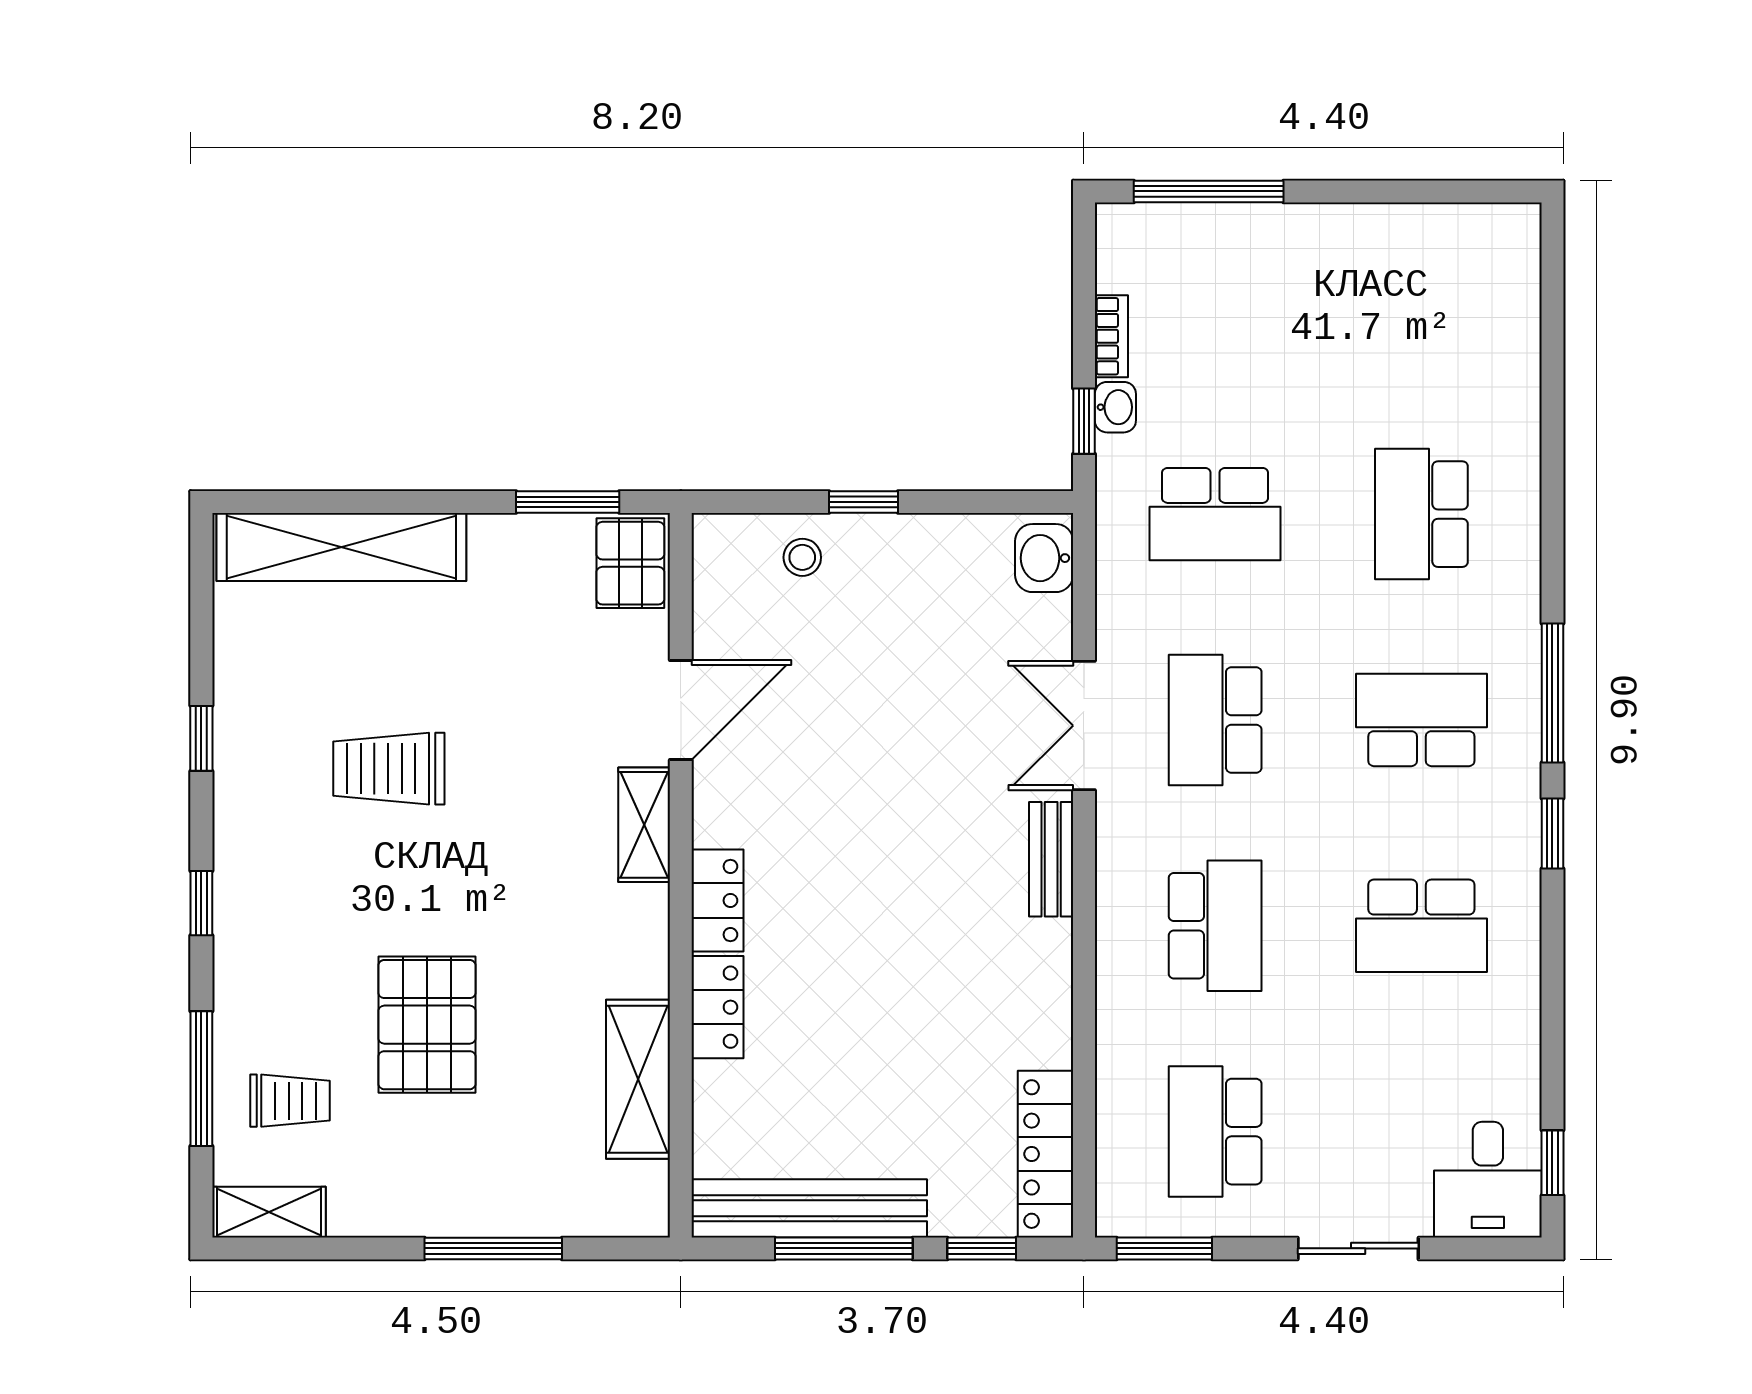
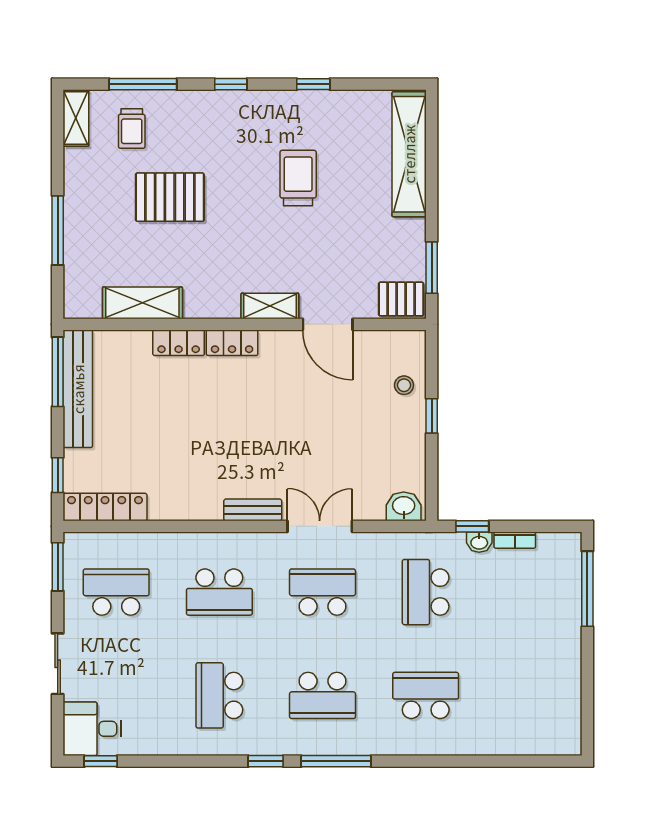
school desk: (1421, 720) -> (322, 695), turned 90
window: (844, 1248) -> (58, 372), moved

